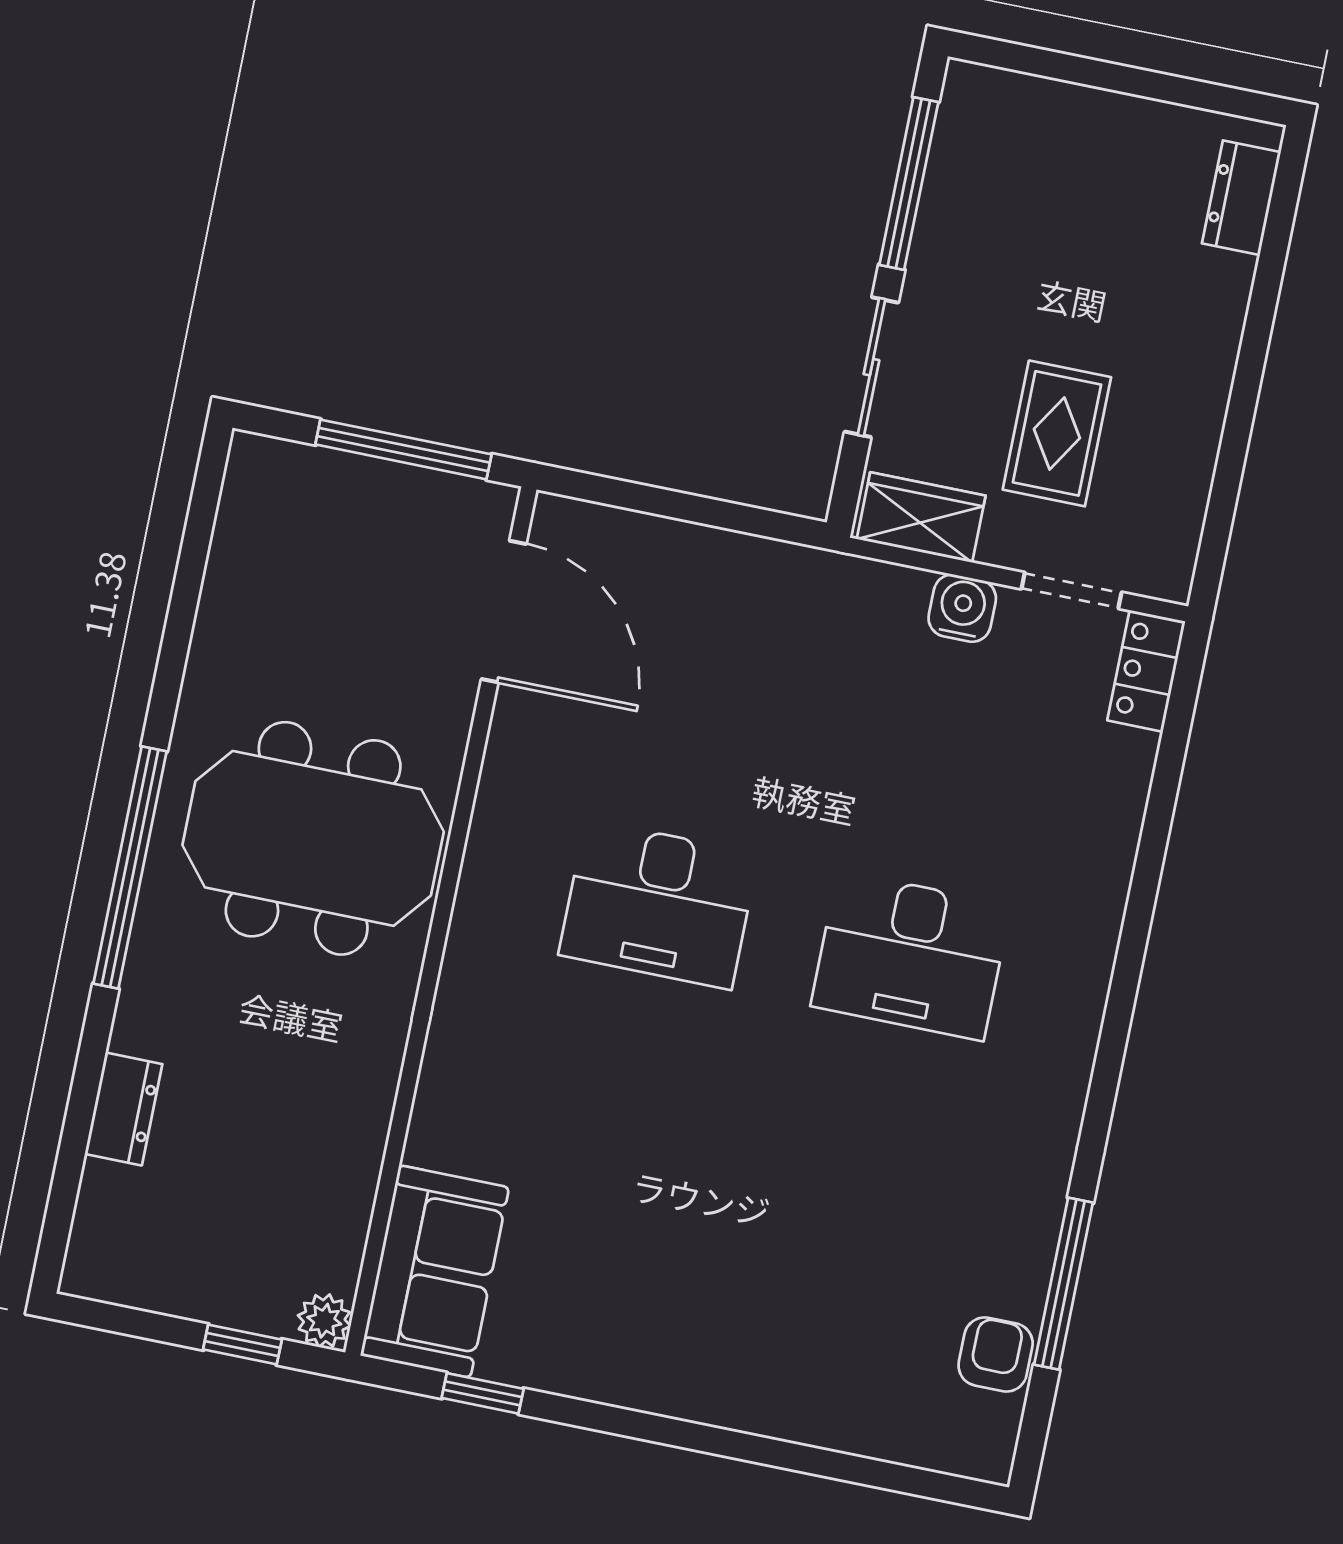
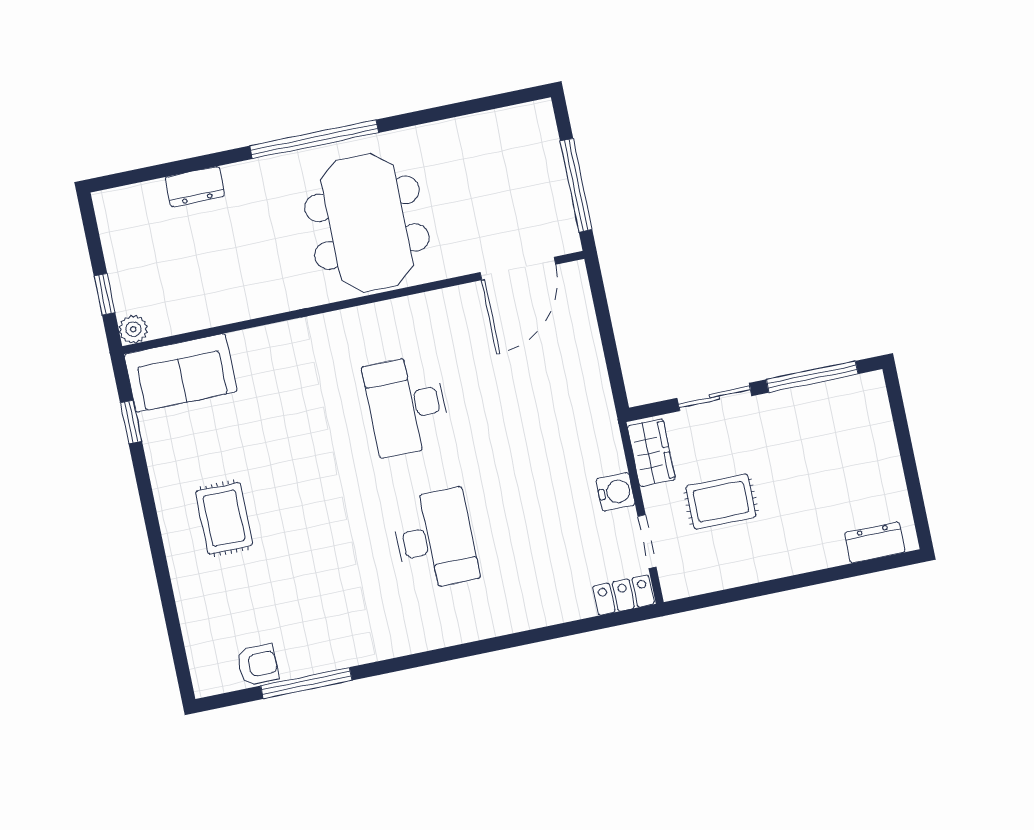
desk: (911, 956) -> (435, 540), turned 180
rug: (718, 1304) -> (224, 518), added

